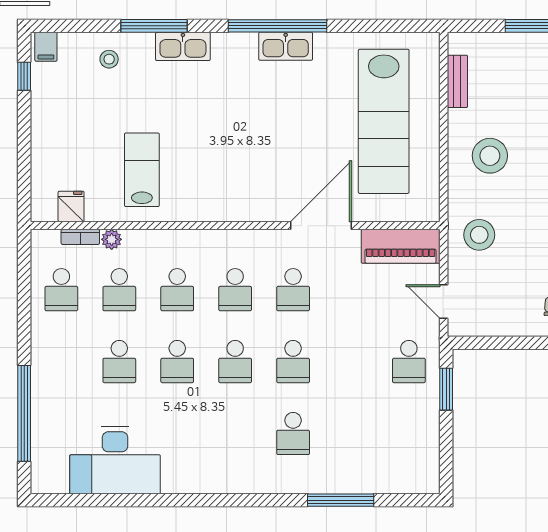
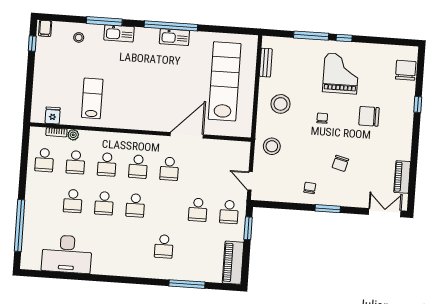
lab bench: (384, 121) -> (225, 81), turned 180
piano: (401, 246) -> (233, 263), moved, turned 90
school desk: (293, 362) -> (198, 210), moved

